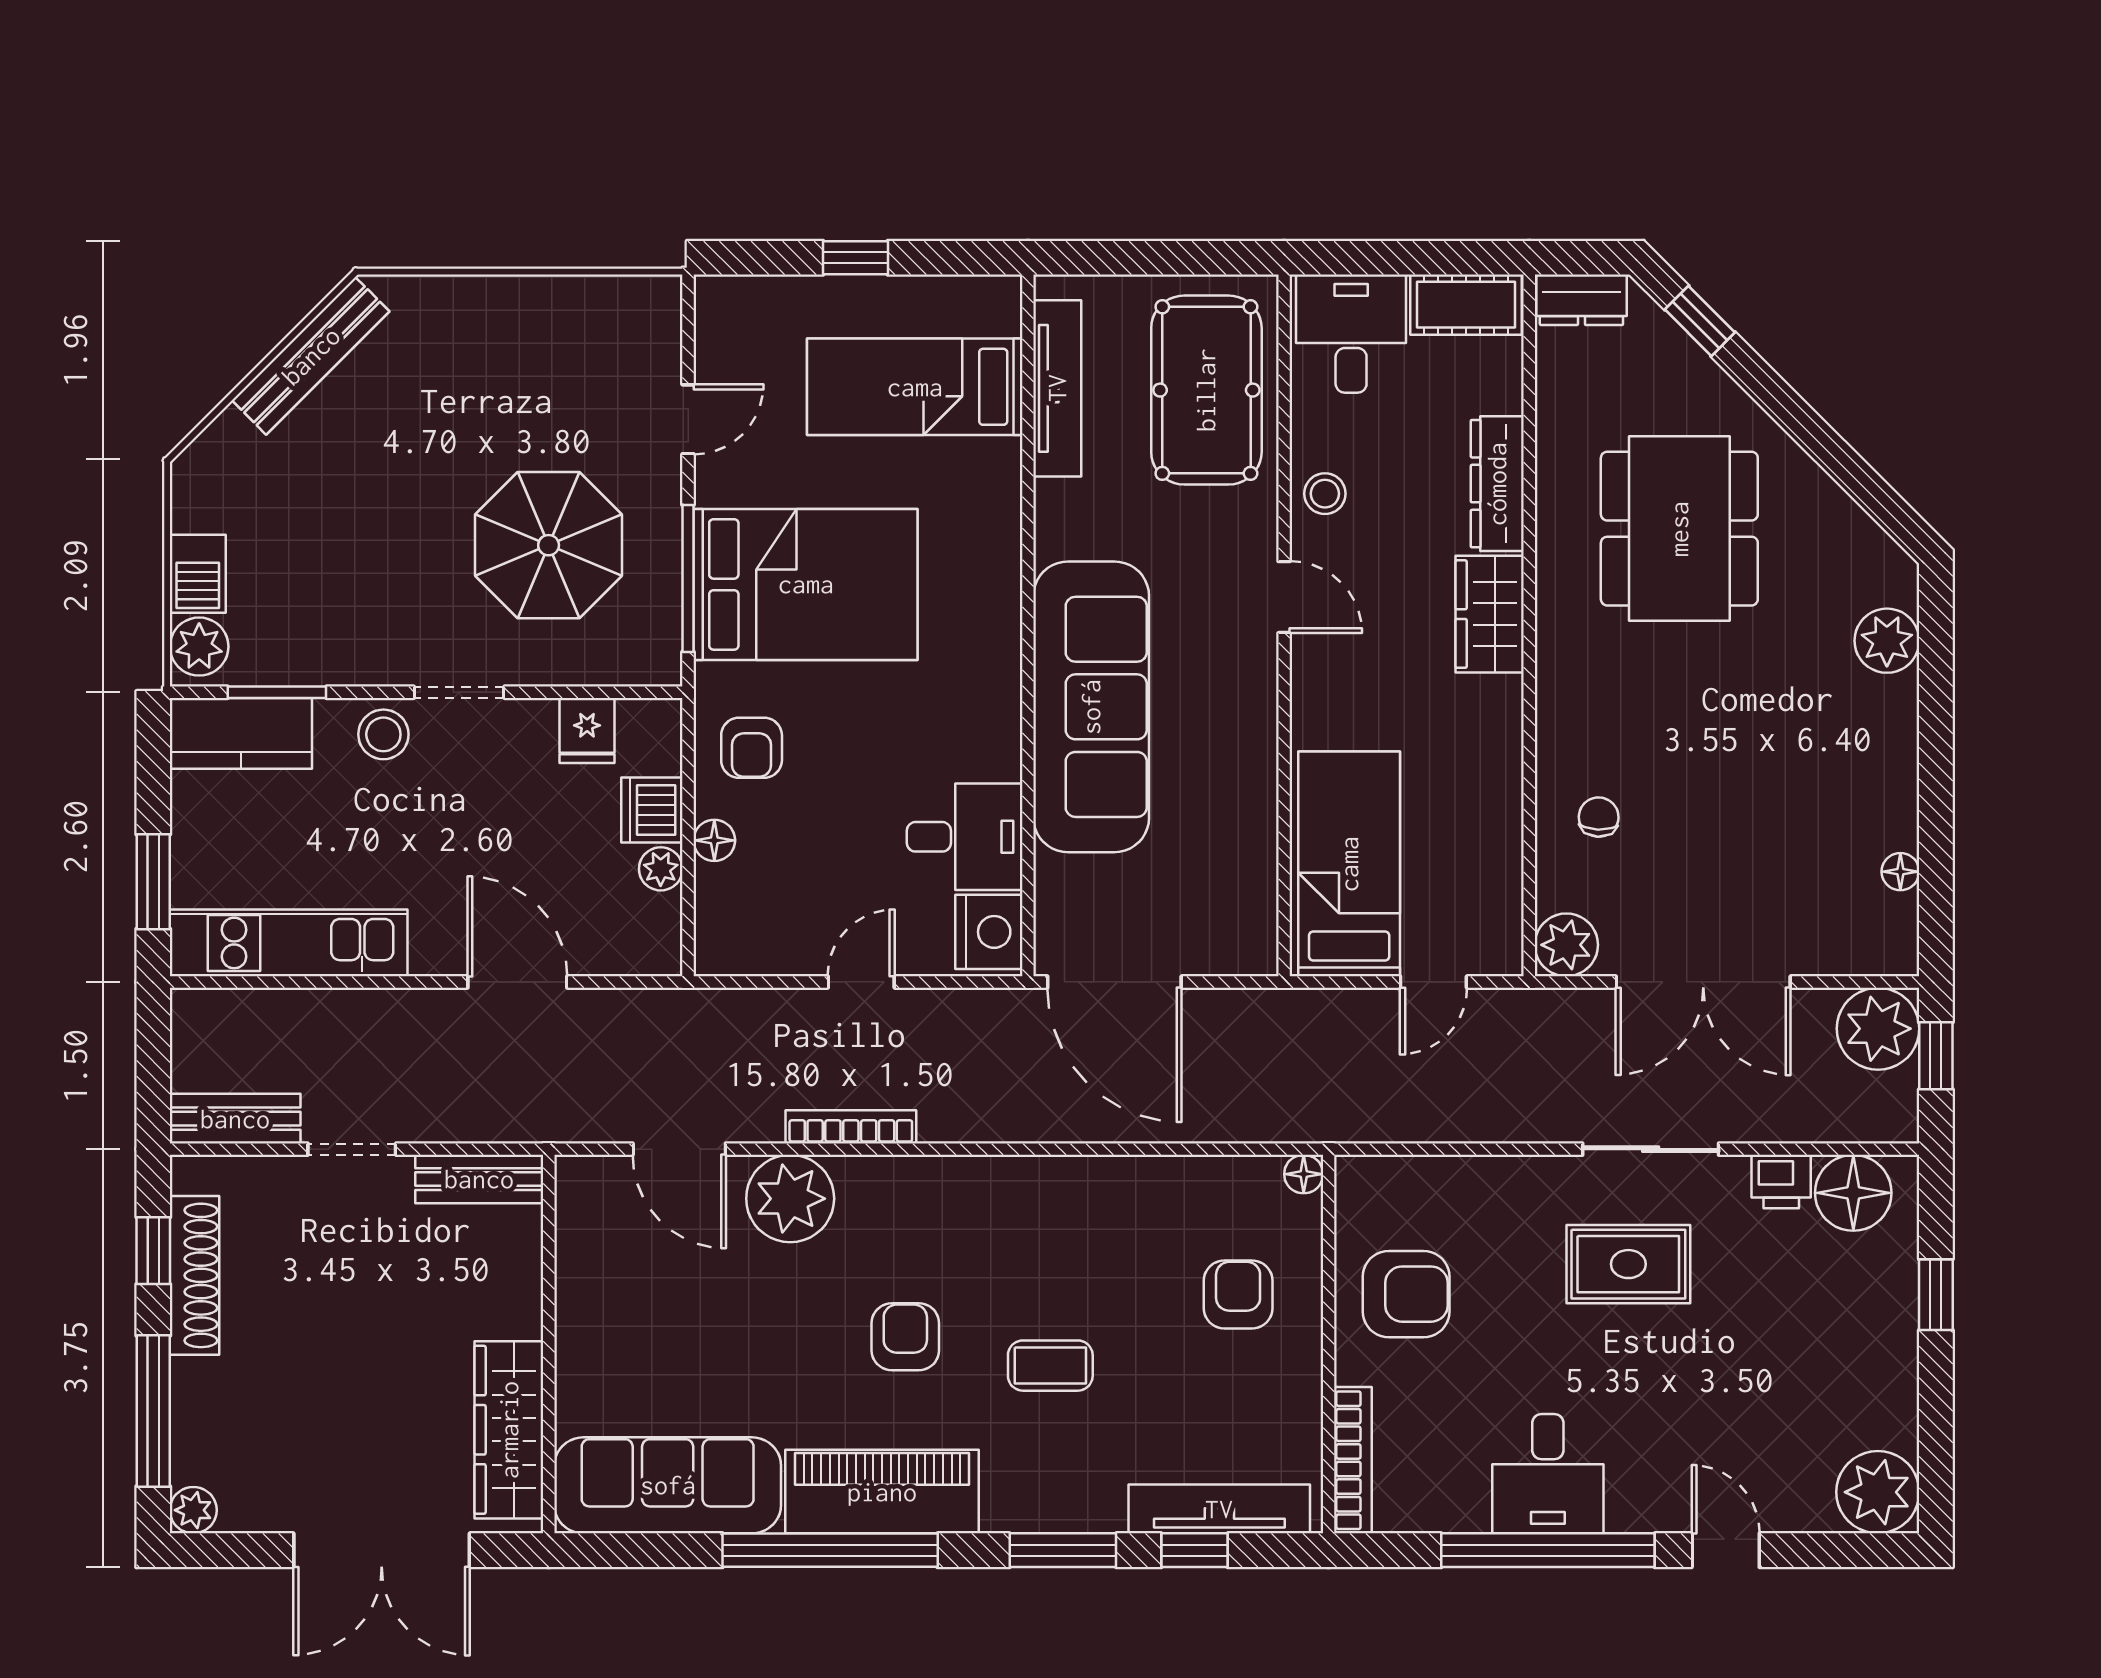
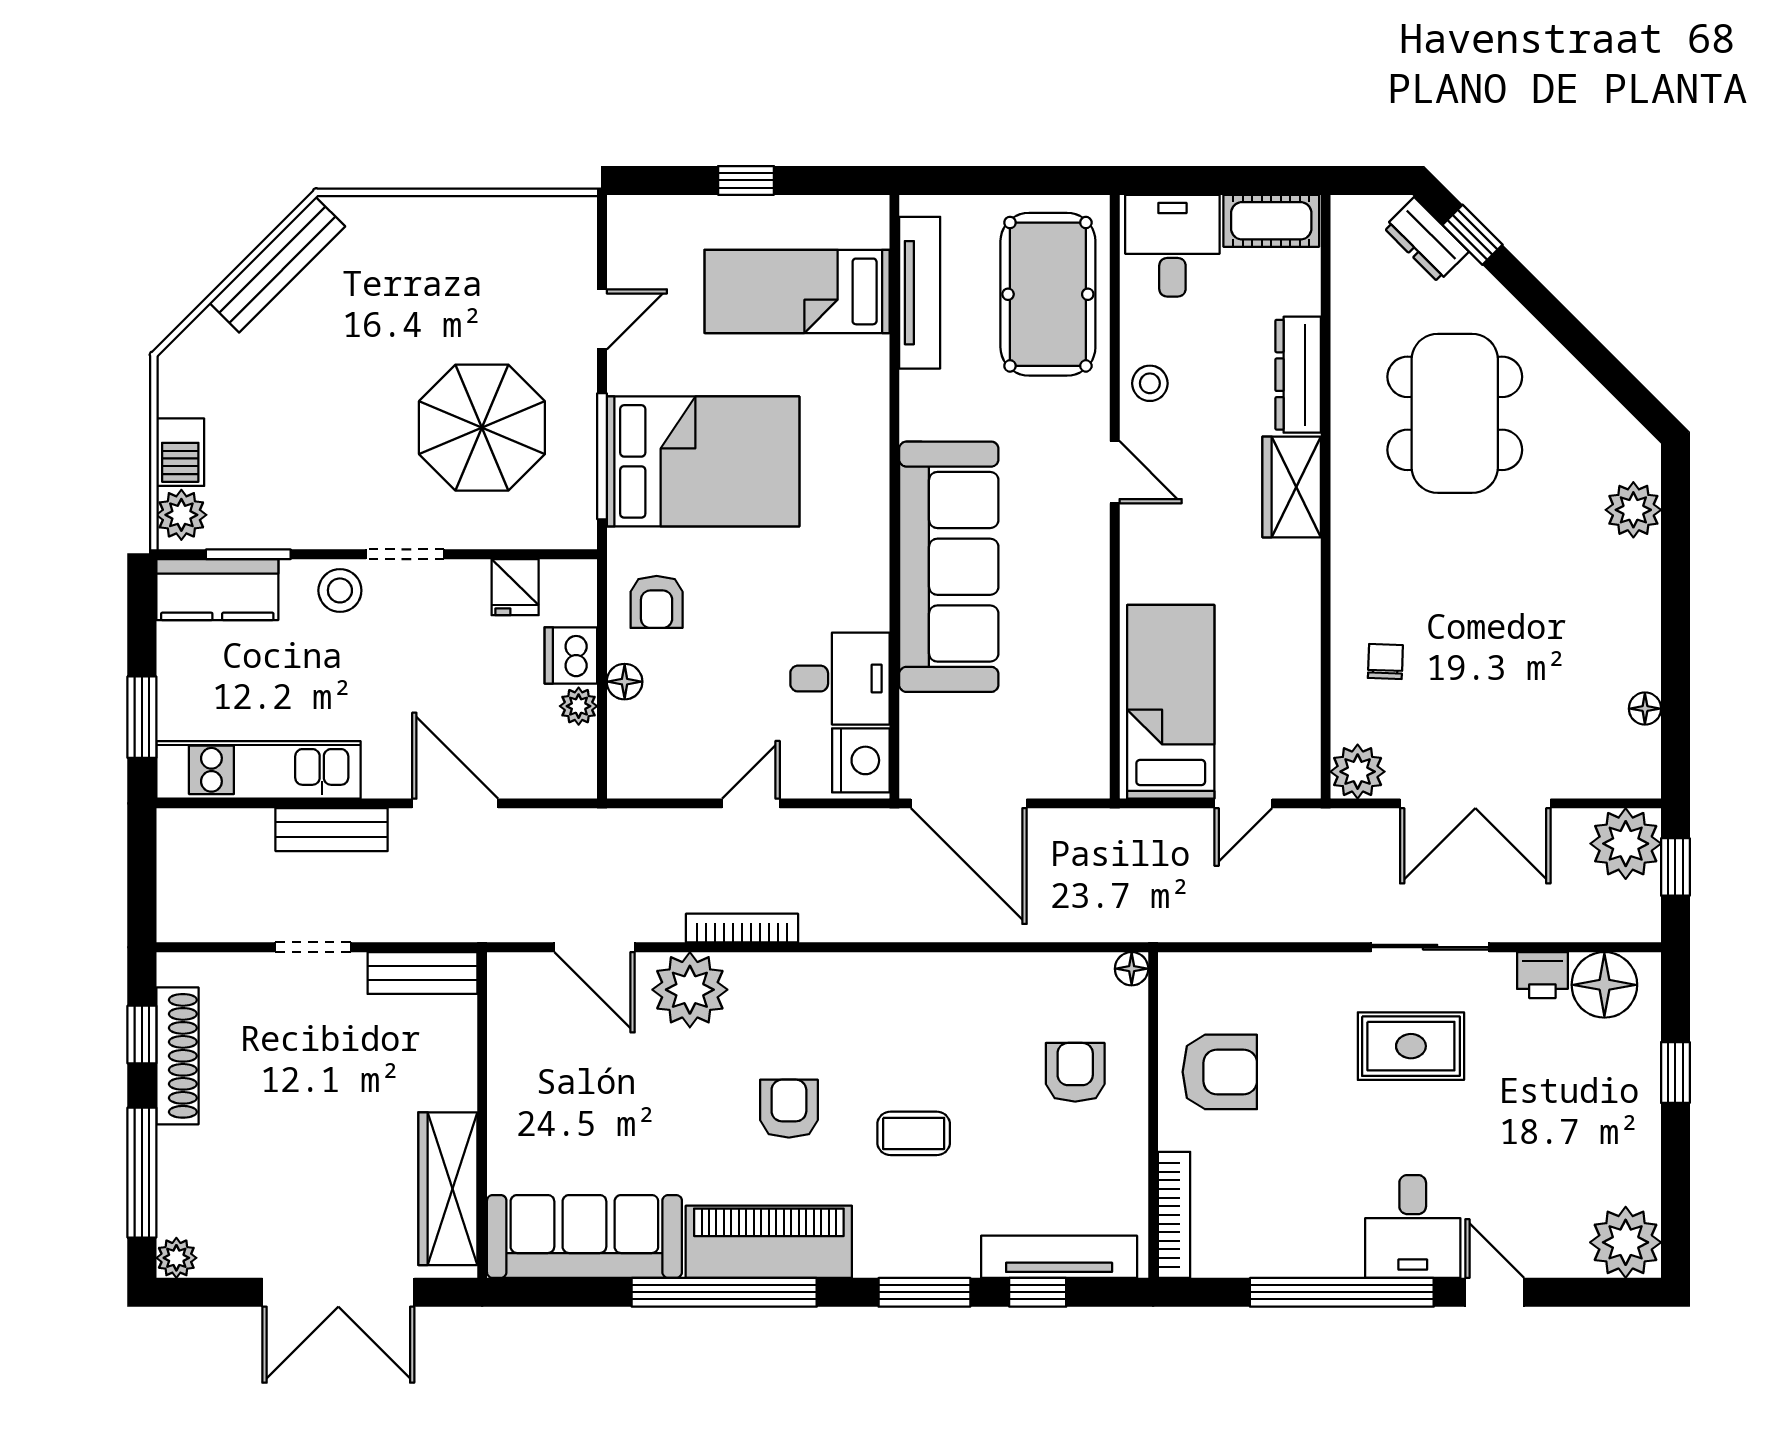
dresser: (1581, 300) -> (1426, 240), moved, turned 45
bench: (235, 1119) -> (332, 830), moved
desk: (1548, 1474) -> (1413, 1226), moved

